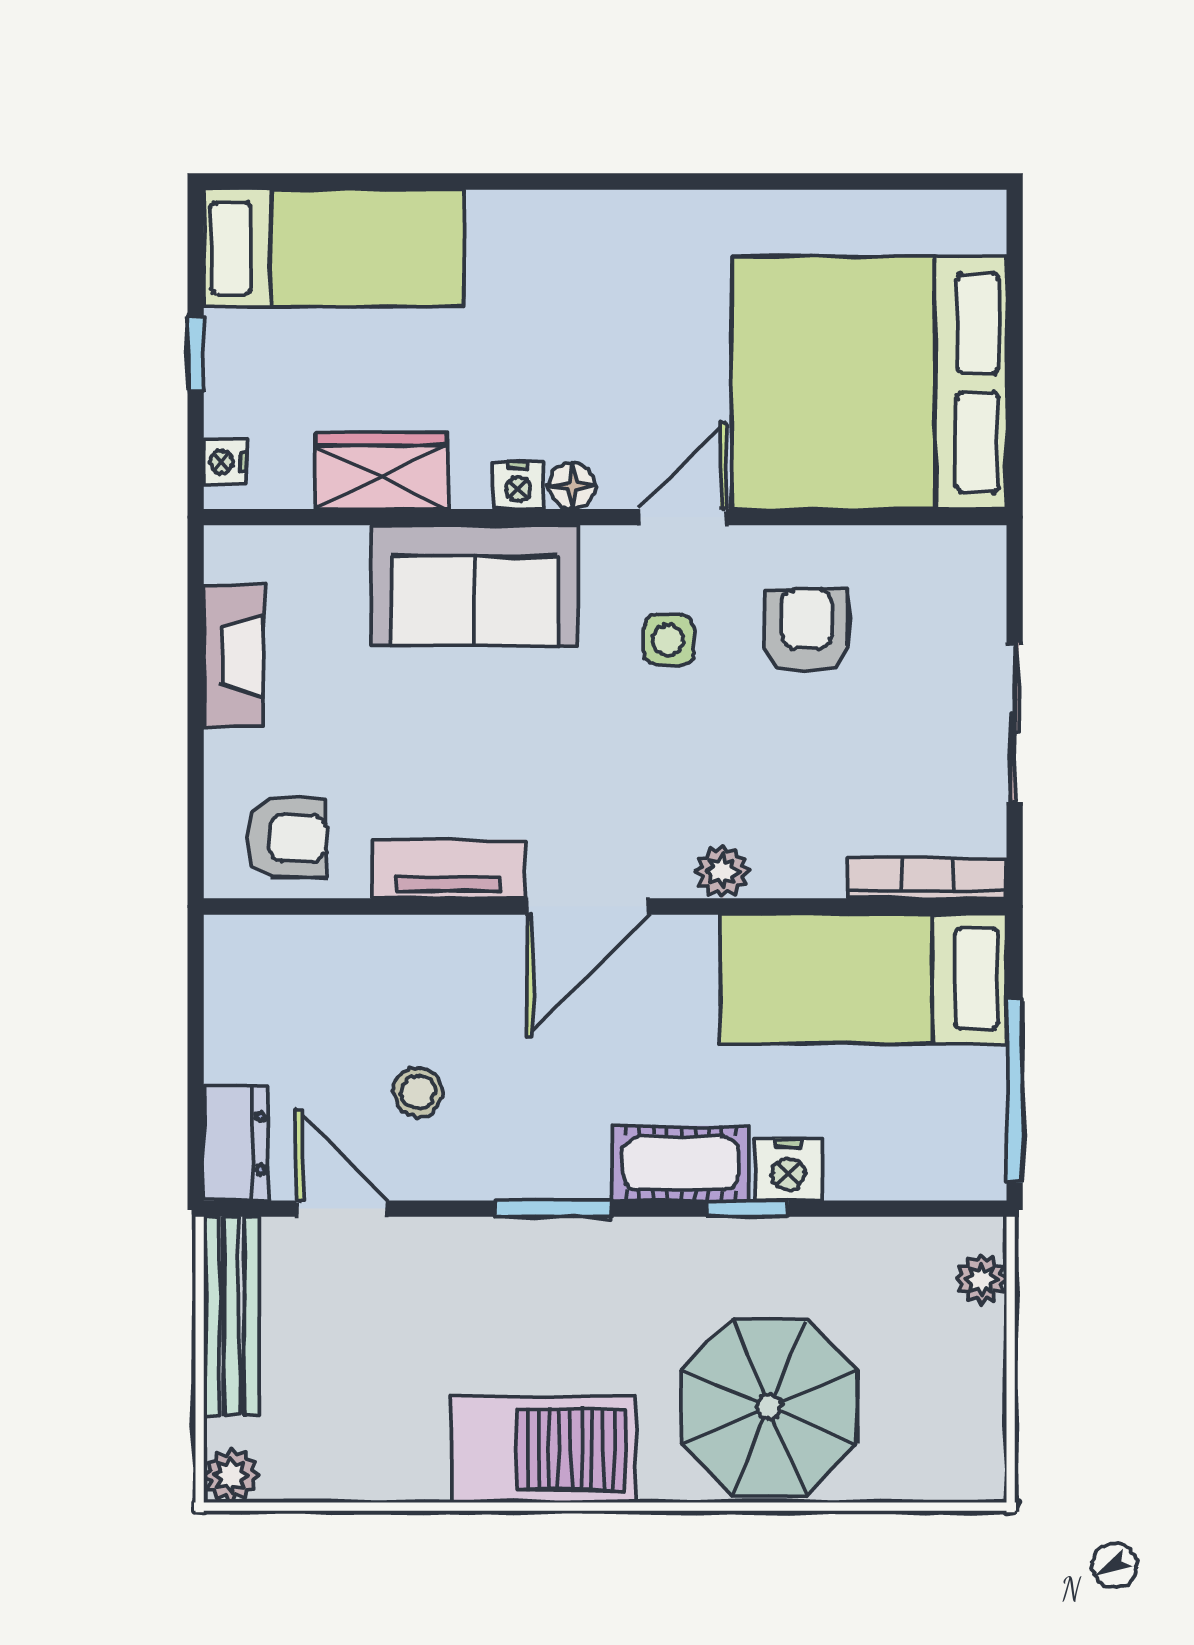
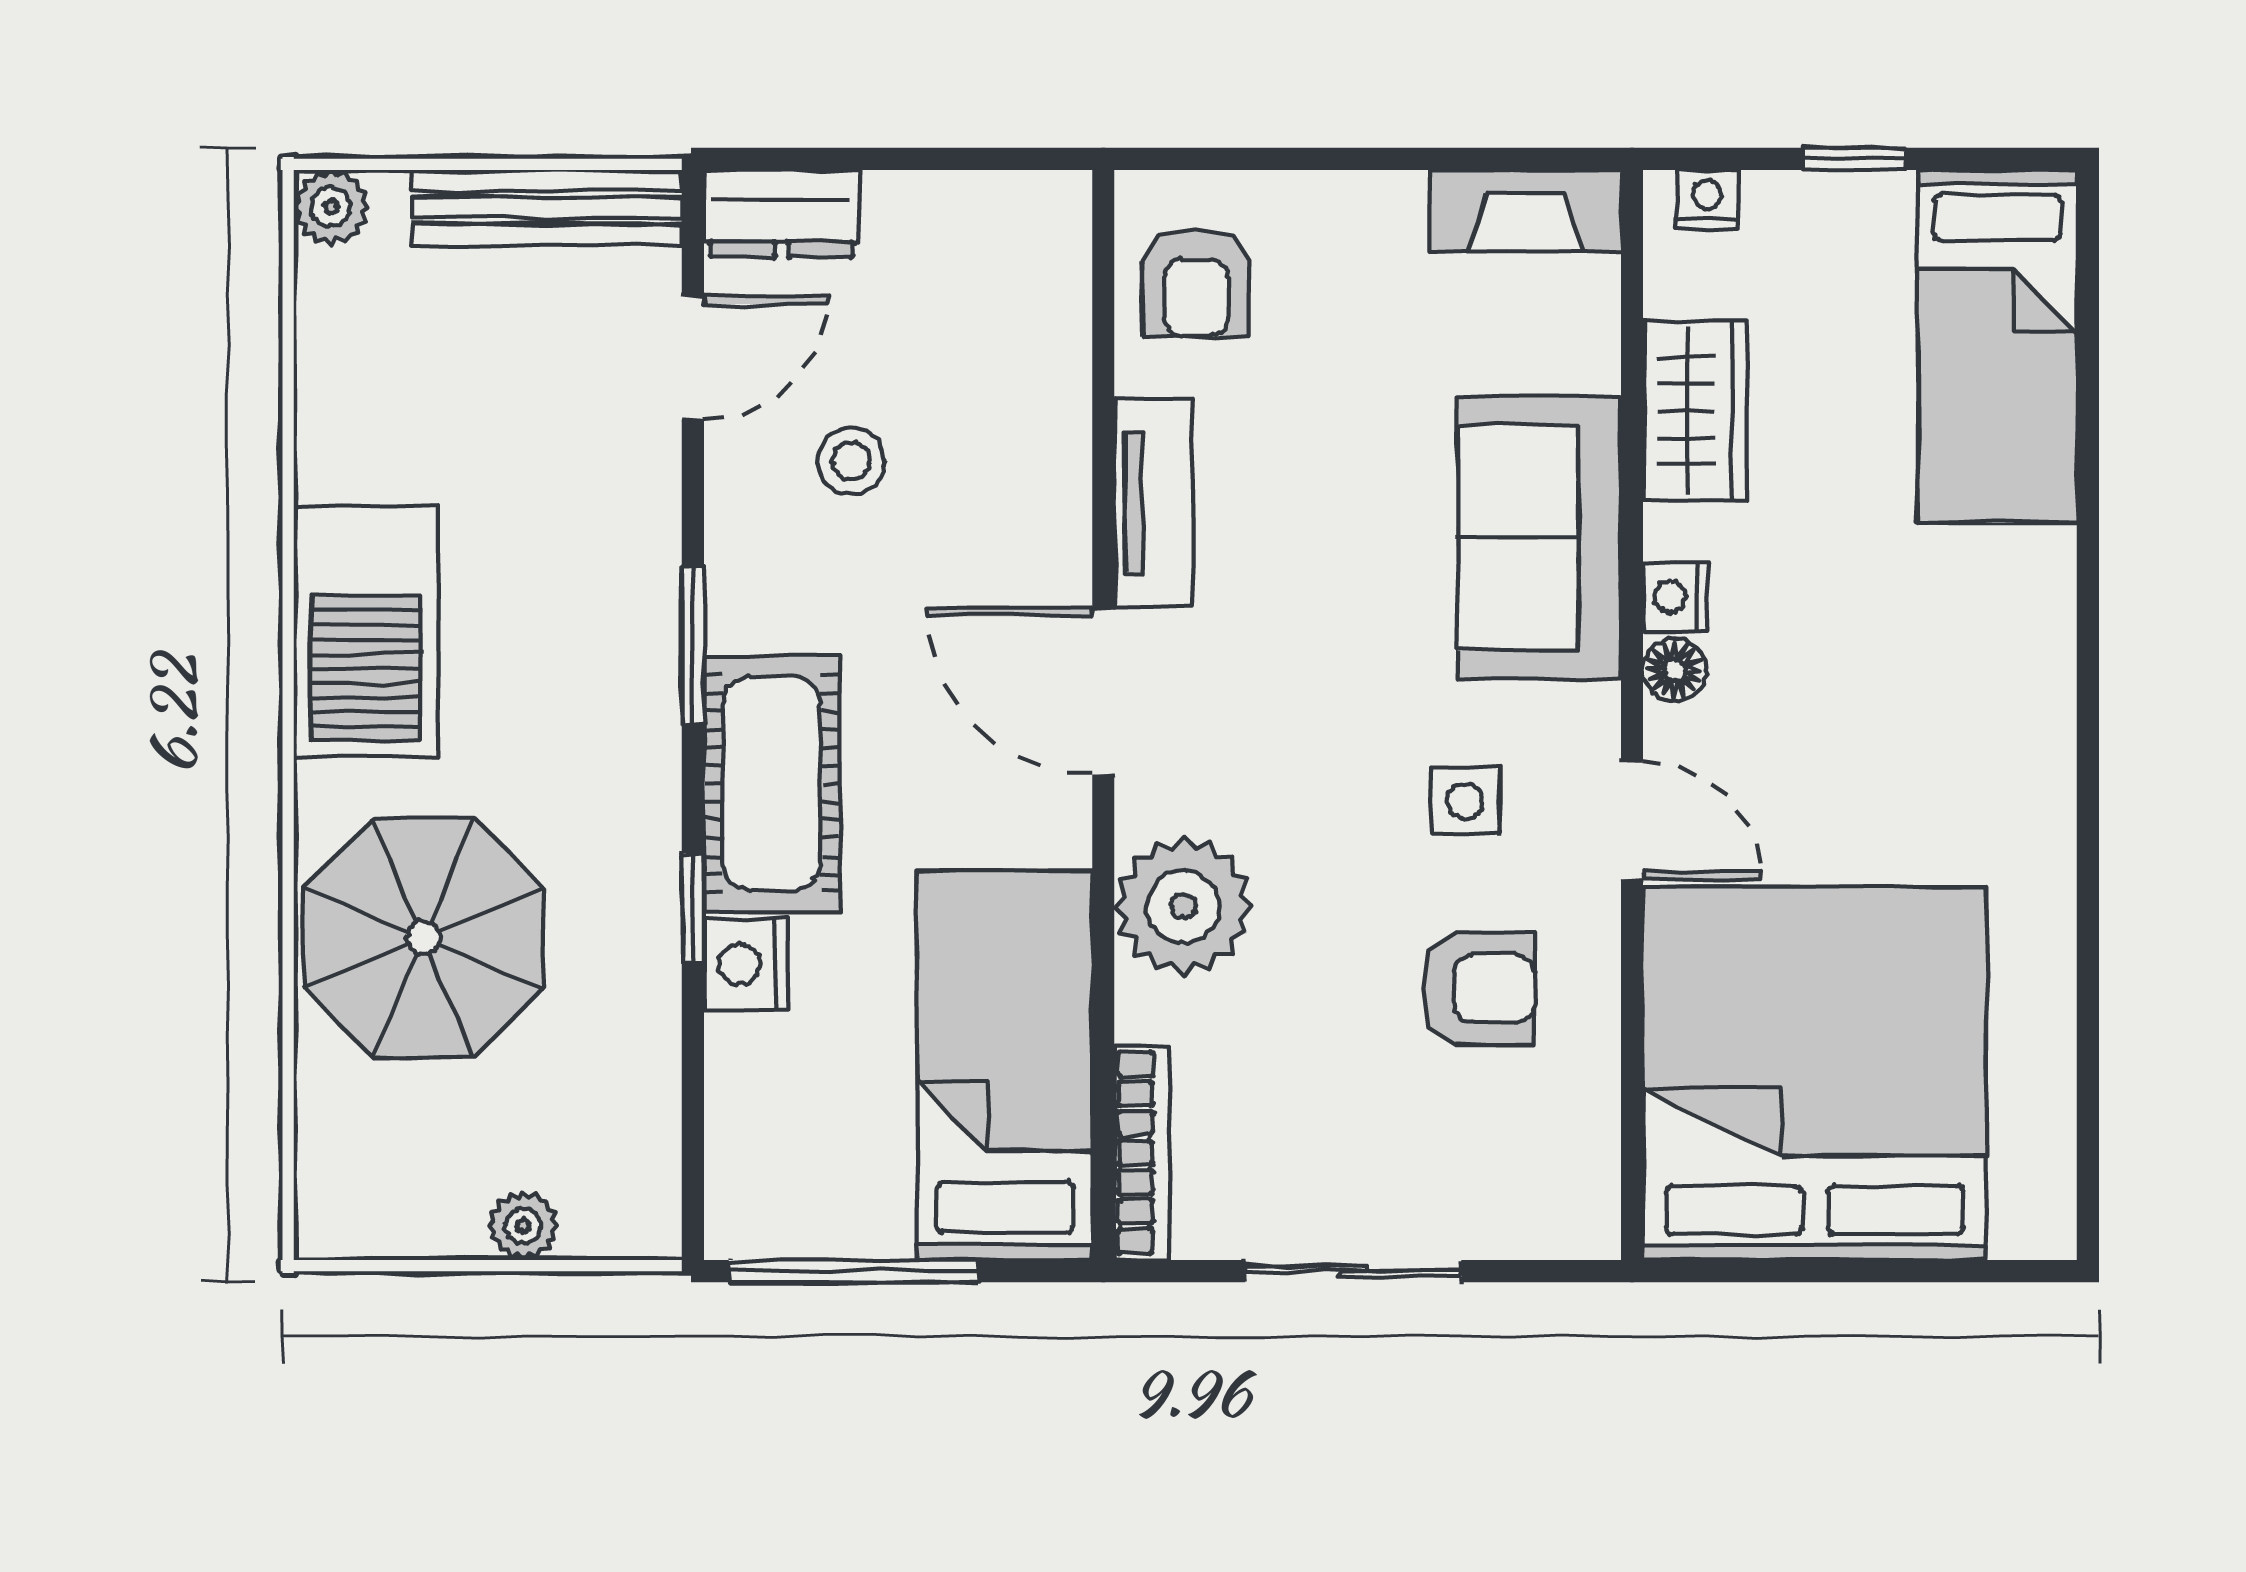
fireplace: (234, 656) -> (1526, 210), moved
plant: (722, 871) -> (1183, 906), width x1.88, depth x1.88
cot: (681, 1163) -> (772, 783), width x1.37, depth x1.34
plant: (981, 1279) -> (523, 1226), moved

